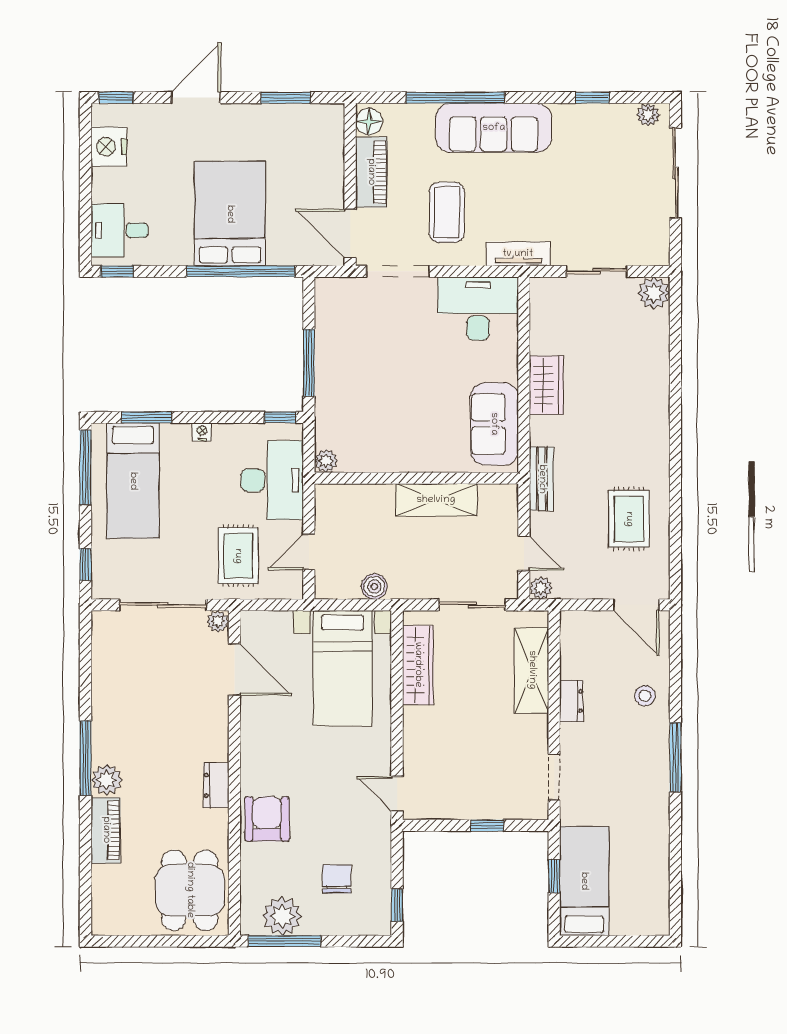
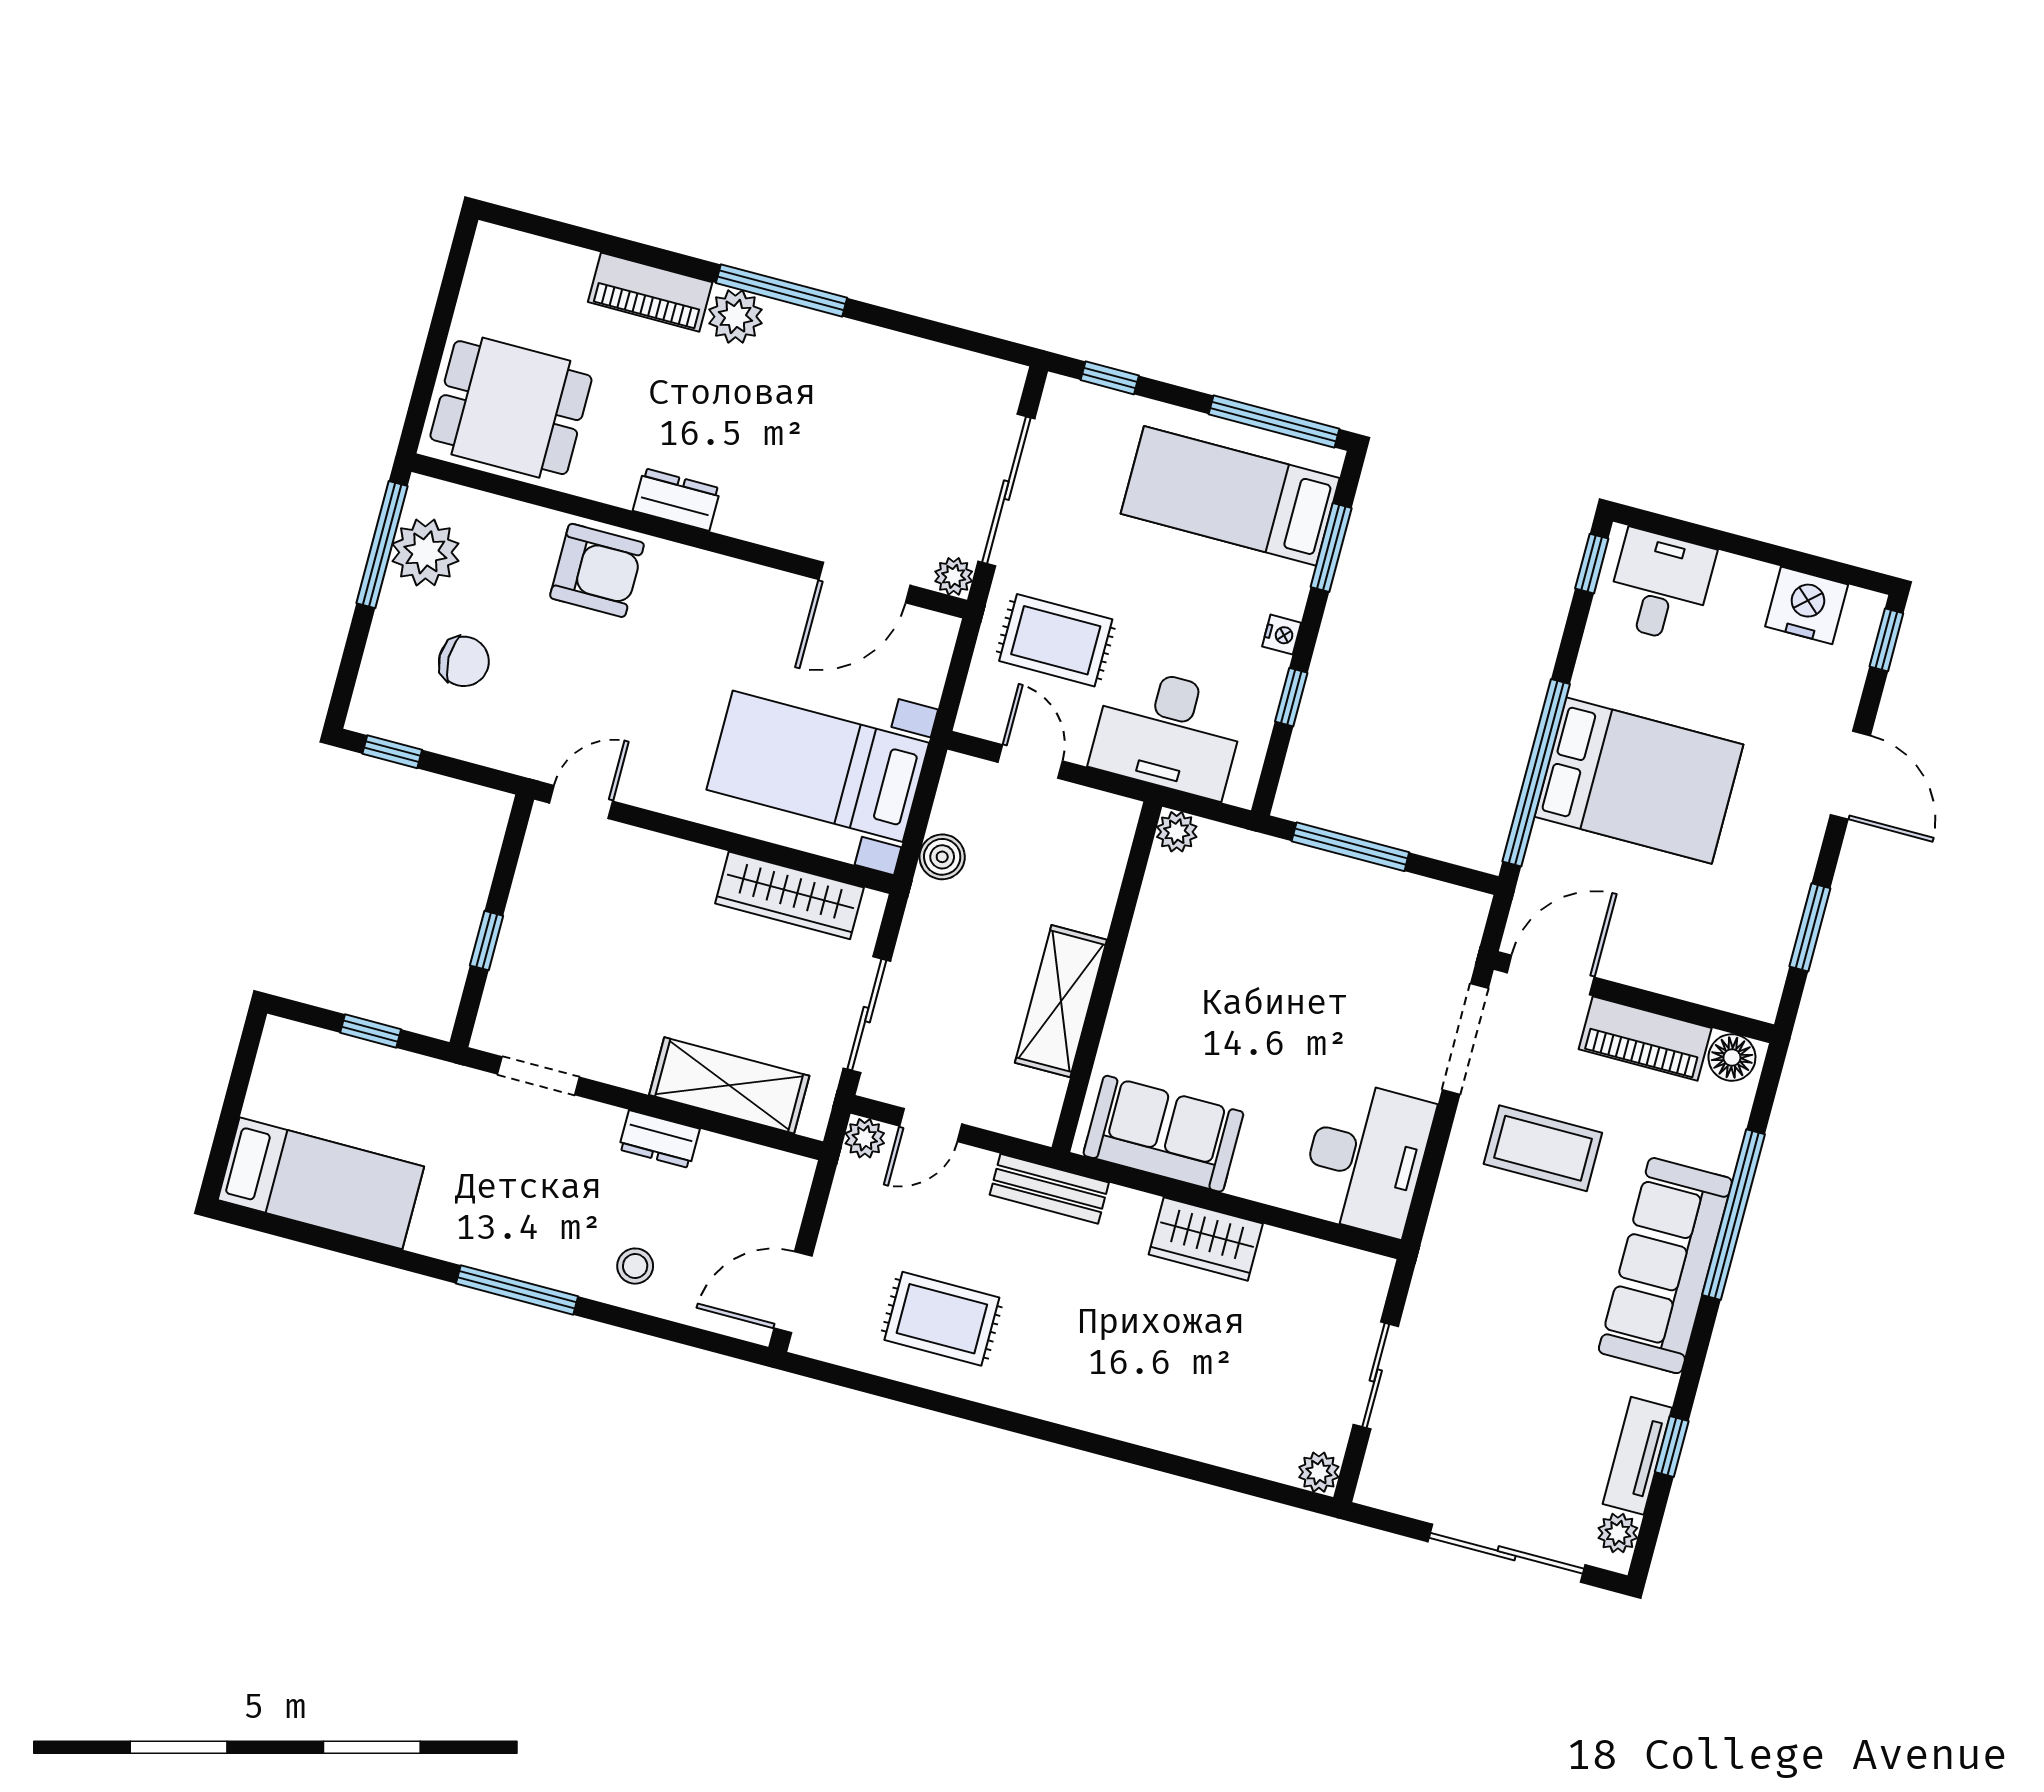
tv unit: (518, 254) -> (1637, 1456), moved, turned 180
plant: (654, 293) -> (1319, 1472), width x0.73, depth x0.73
window: (280, 417) -> (1291, 697), moved
bed: (584, 881) -> (321, 1183), moved

